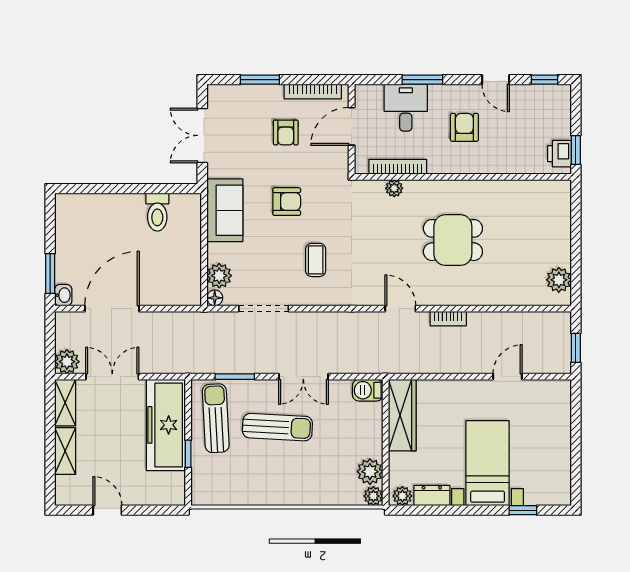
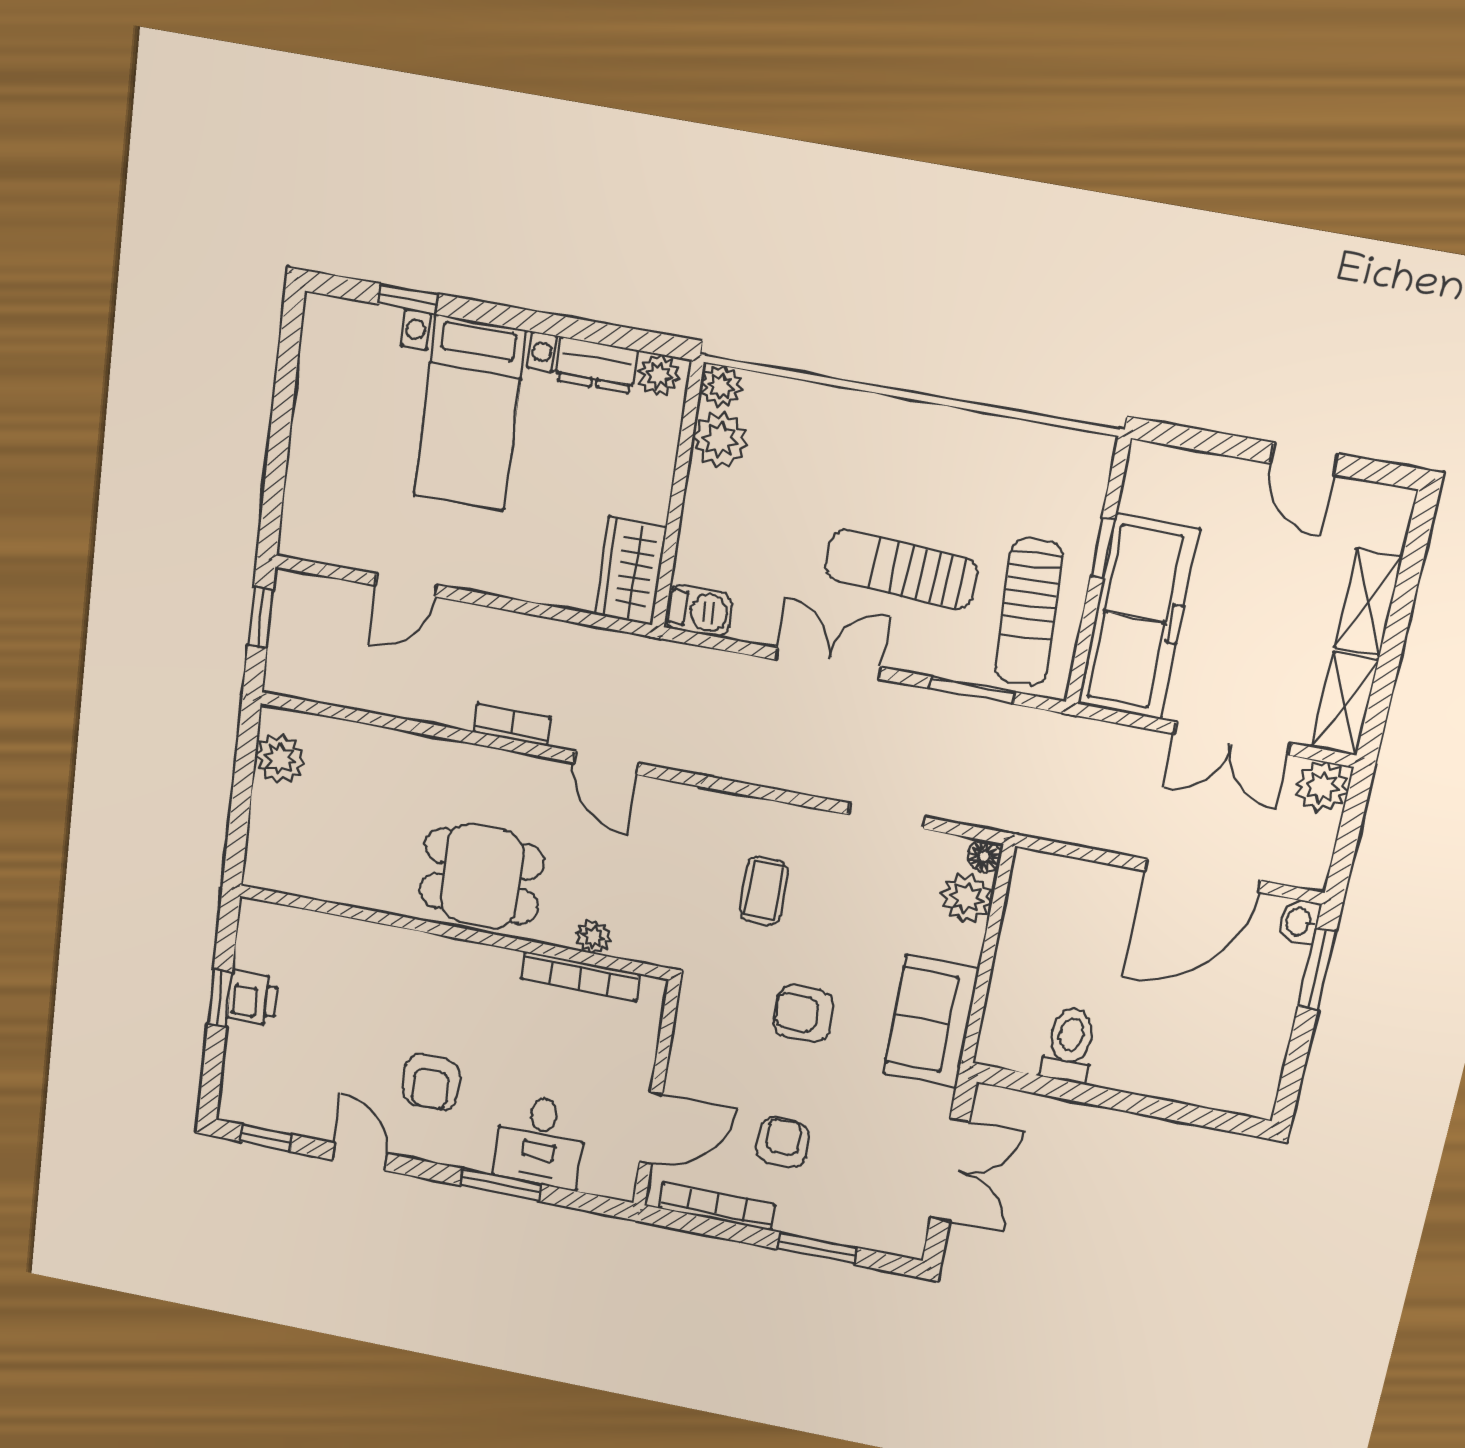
bookcase: (398, 167) -> (581, 976), moved
wall: (463, 177) -> (454, 932), moved
plant: (394, 188) -> (594, 937), moved
doorway: (264, 309) -> (887, 816), width x0.73
wardrobe: (402, 415) -> (631, 571), width x0.67

